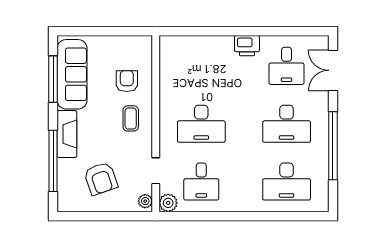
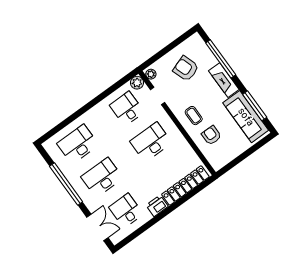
locker: (198, 45) -> (185, 185), added
armchair: (127, 81) -> (211, 135), turned 180

